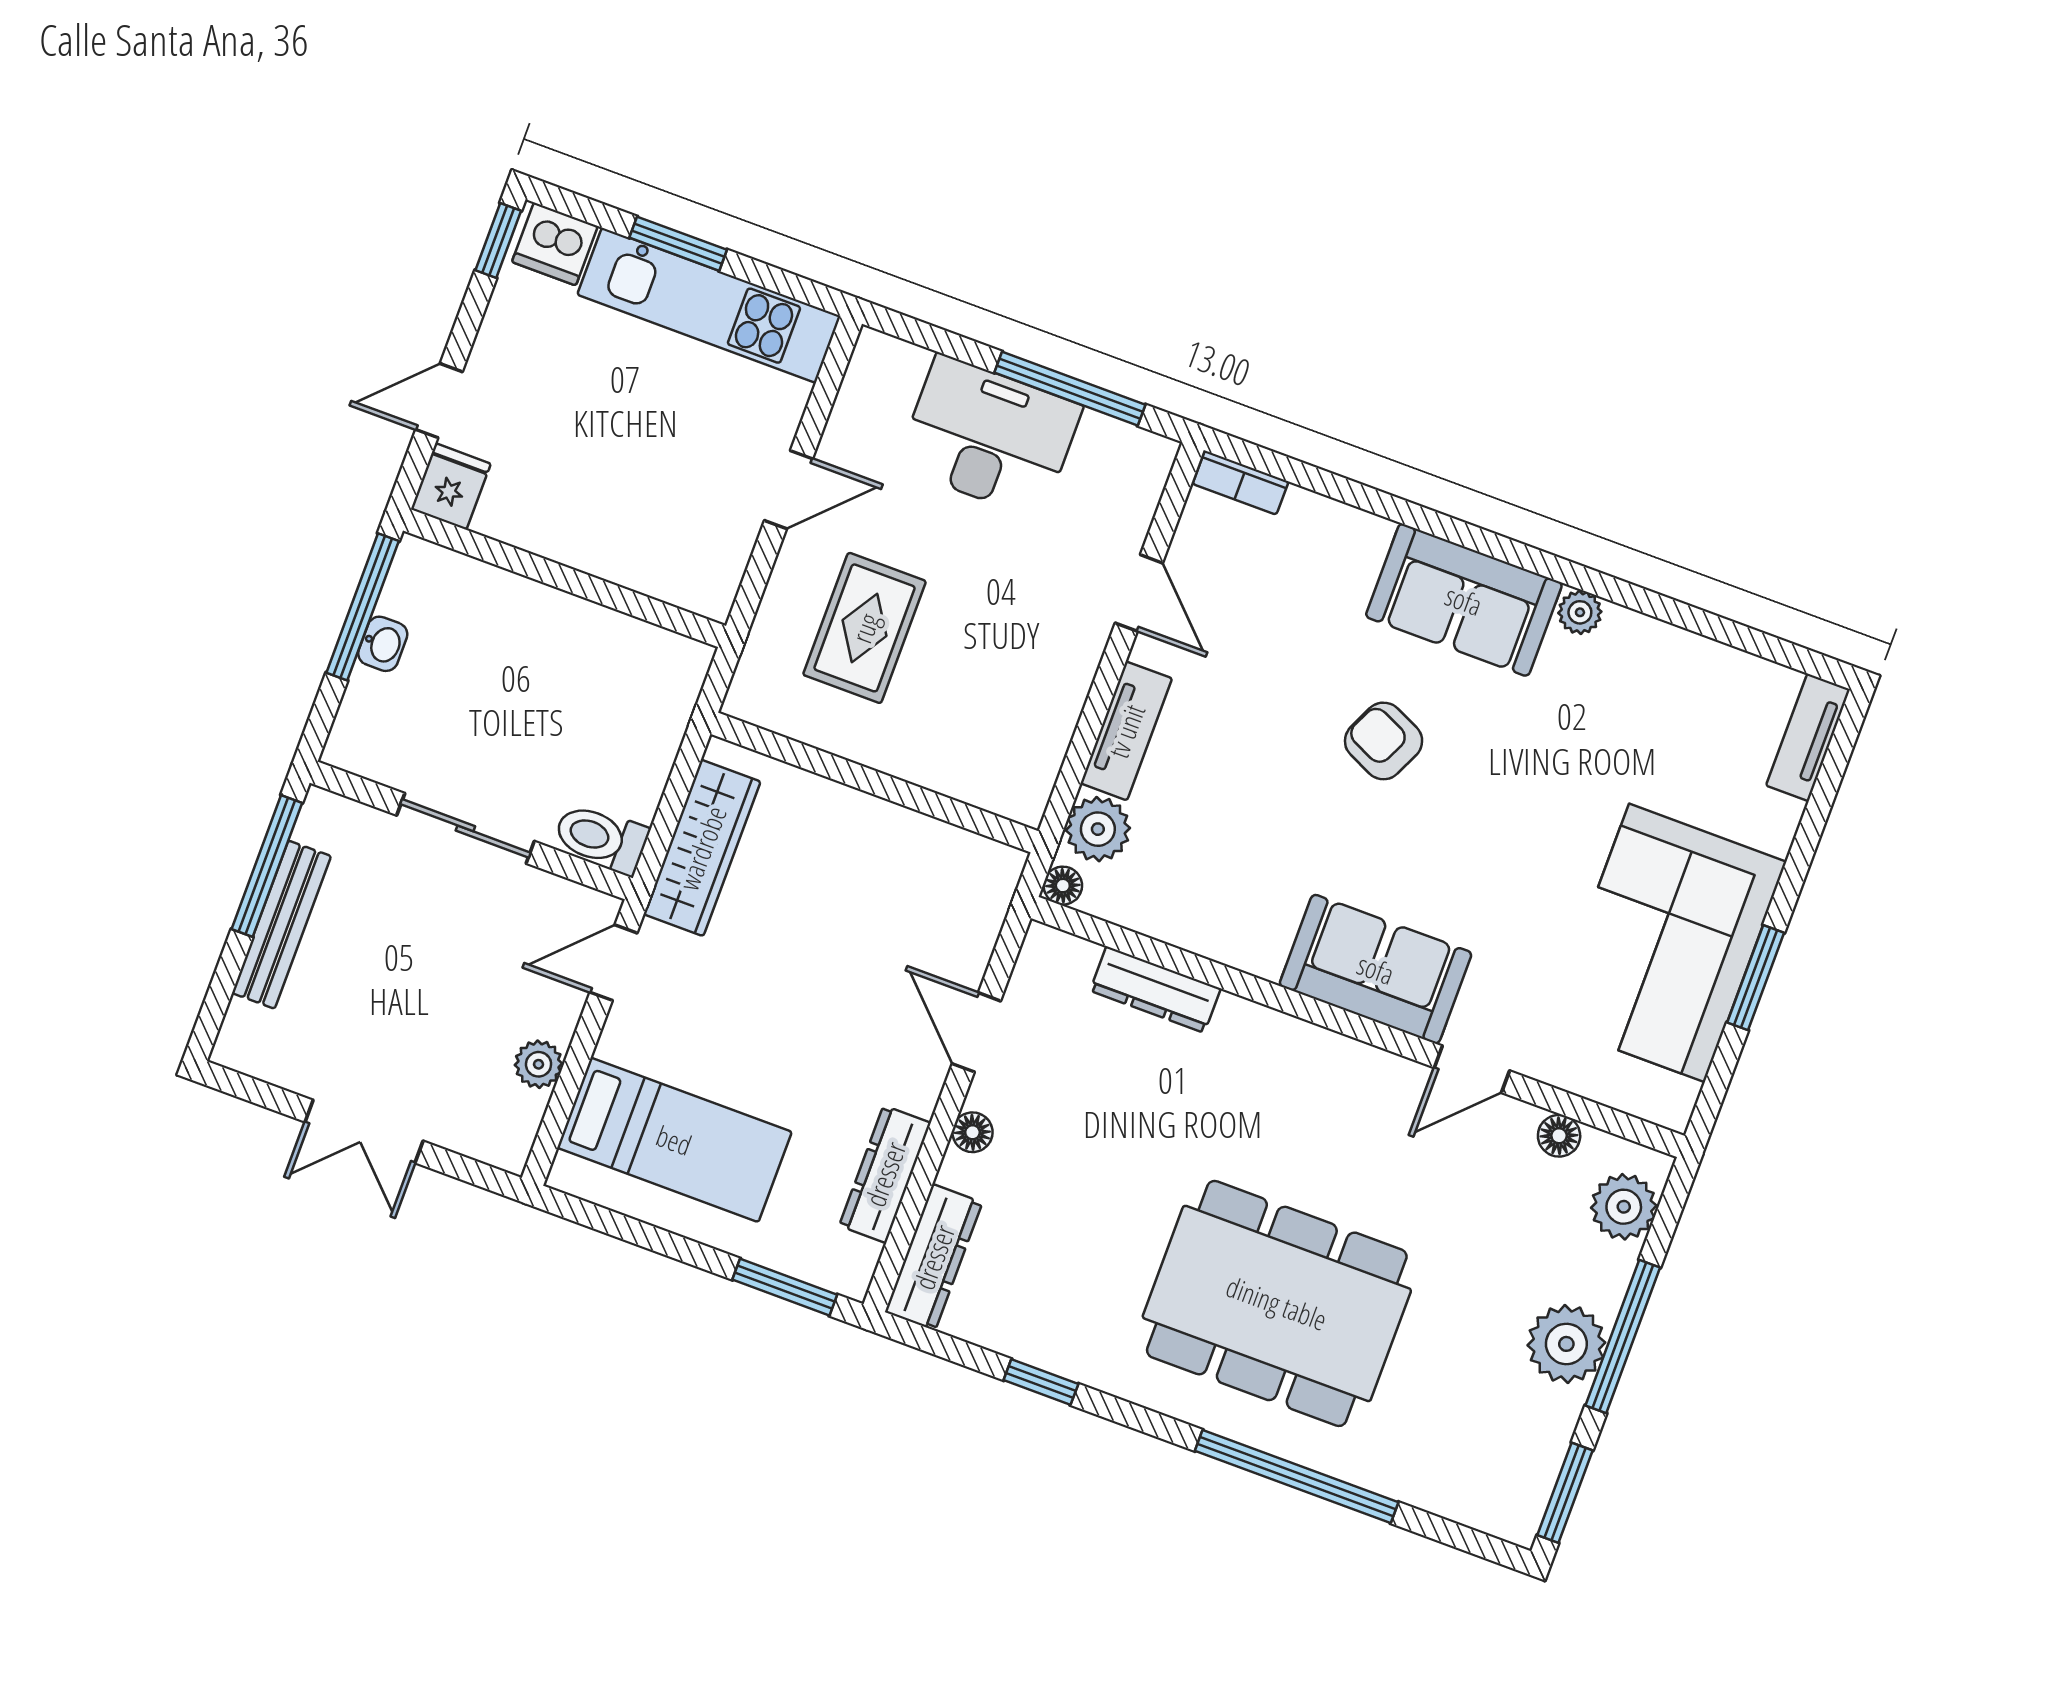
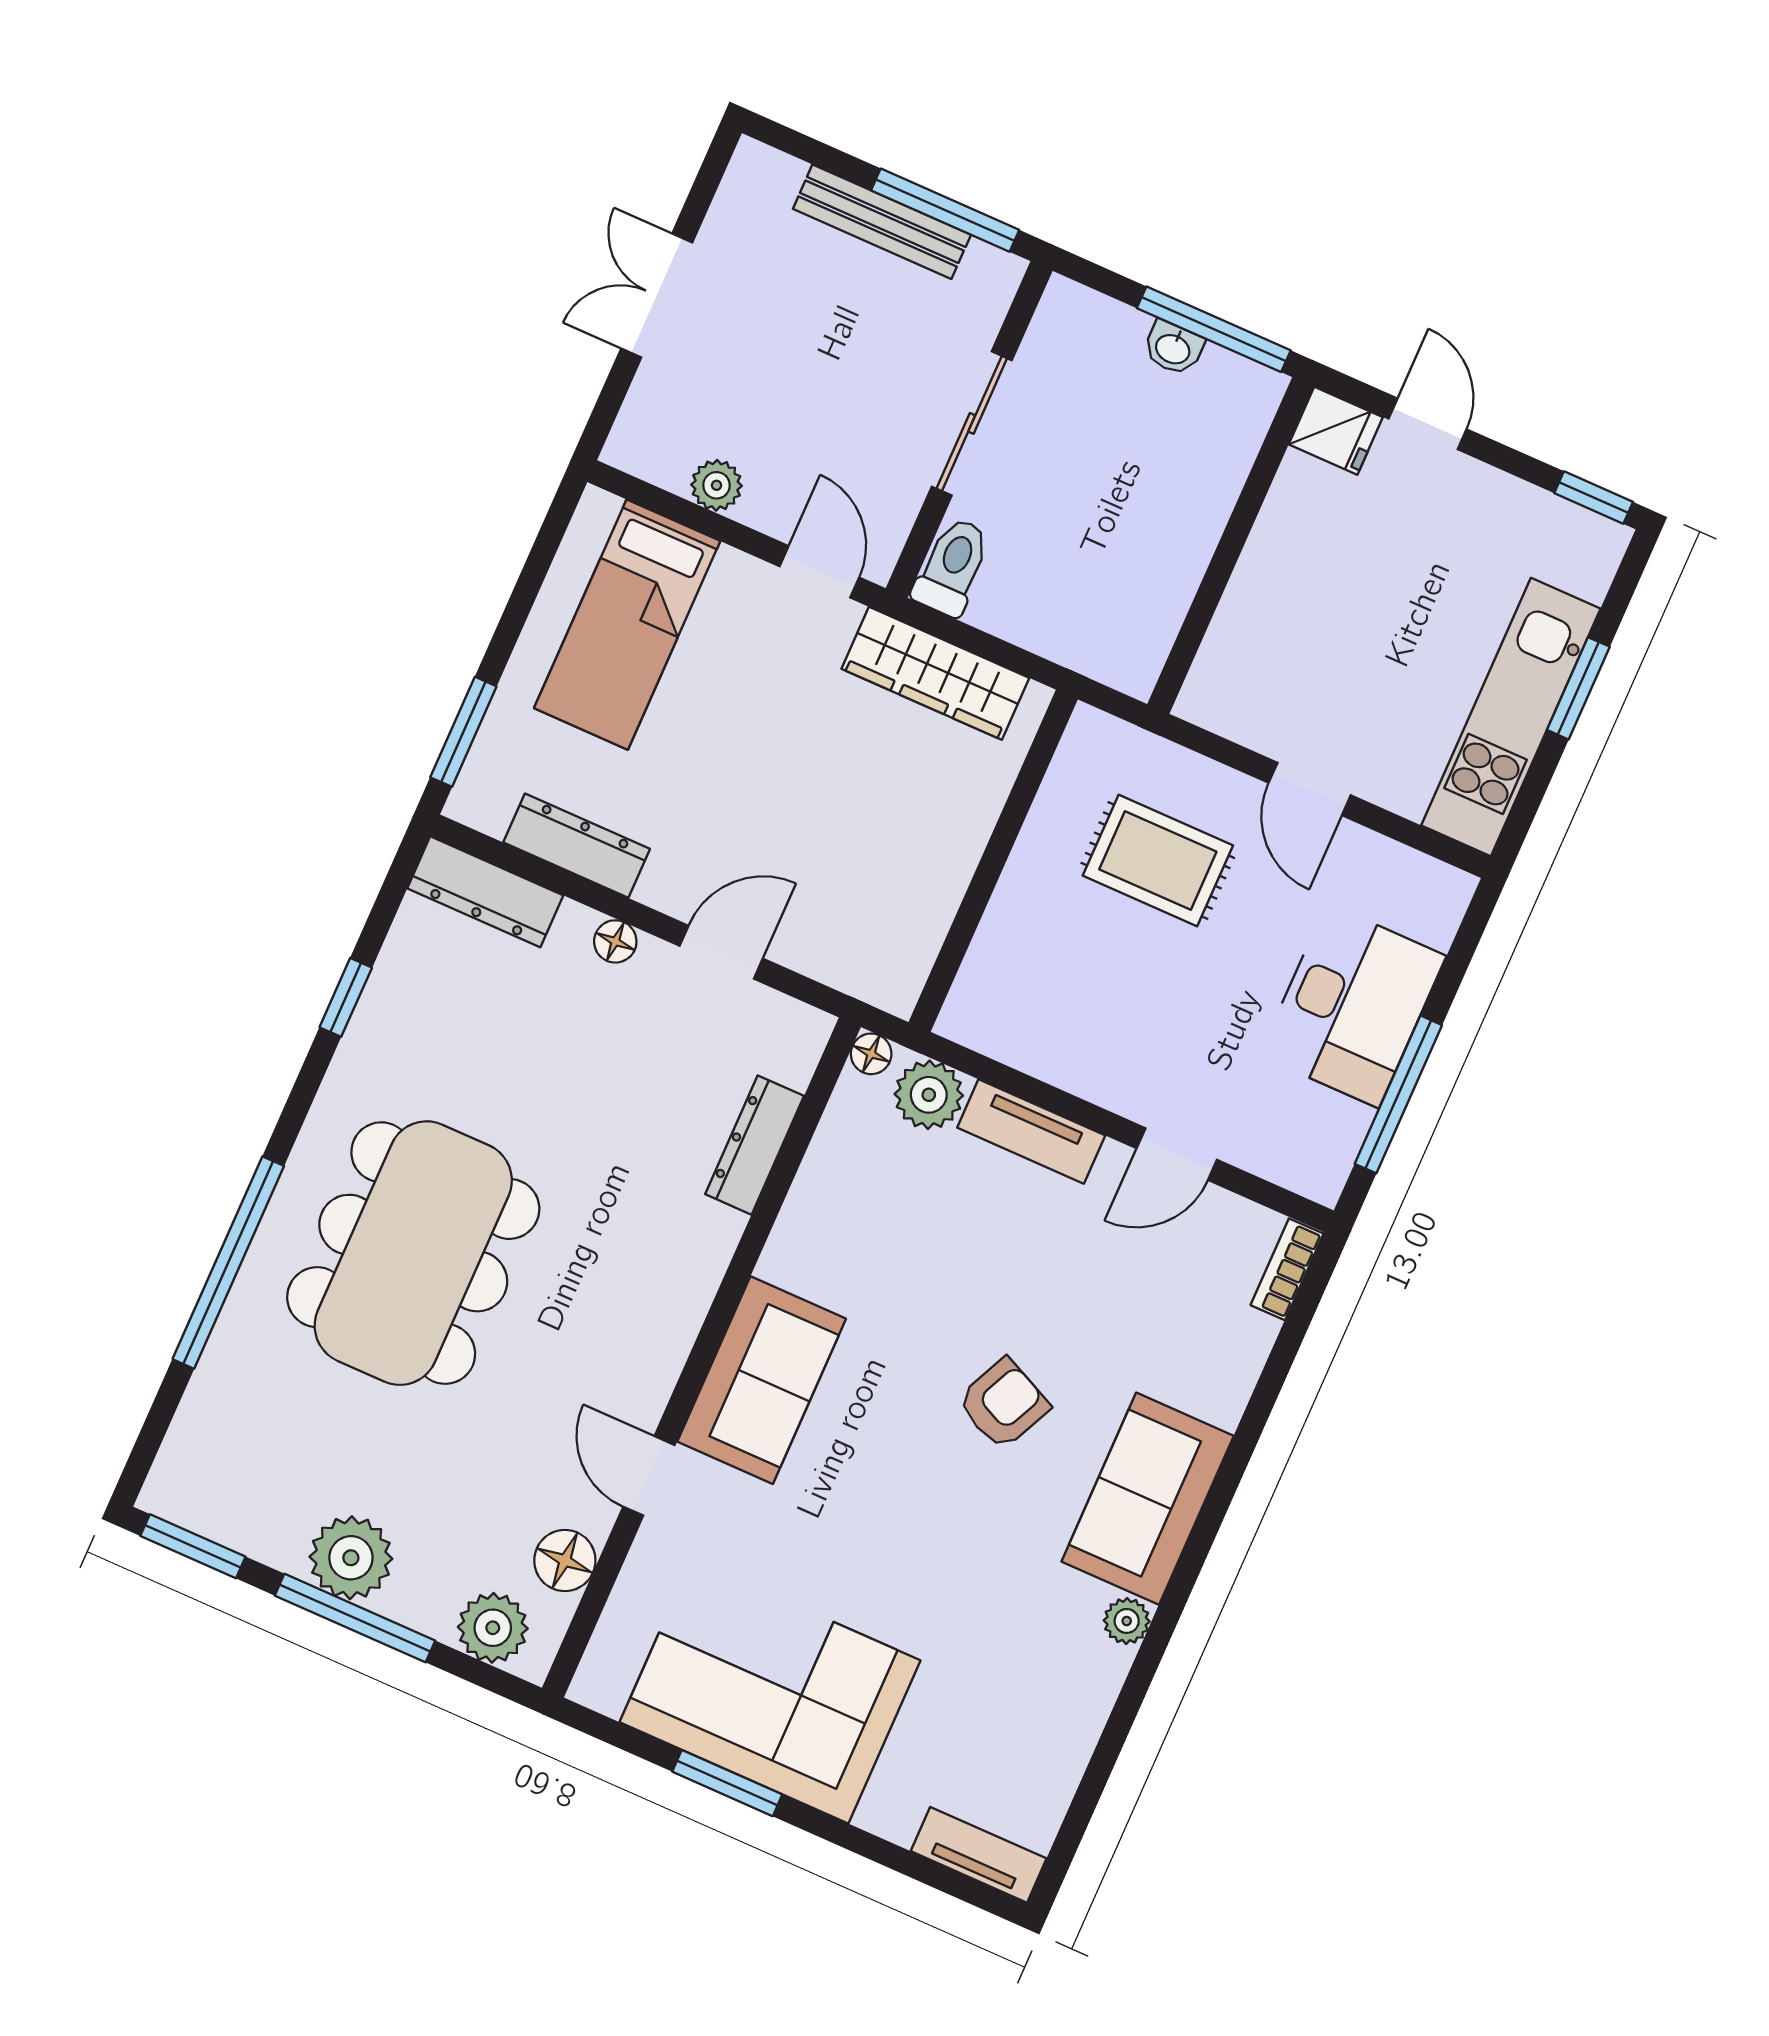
dishwasher: (555, 244) -> (1586, 557), removed
floor lamp: (1559, 1136) -> (565, 1560), width x1.37, depth x1.37

